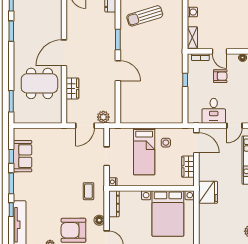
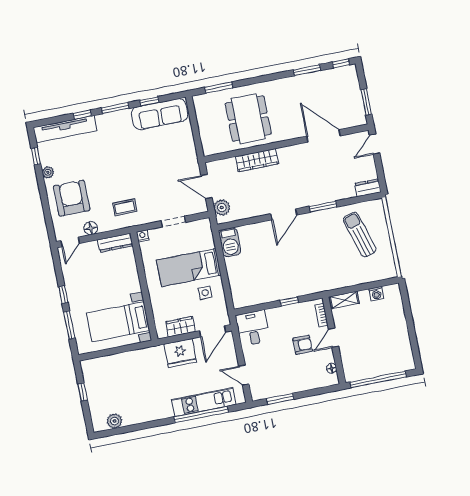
door: (64, 53) -> (324, 136), moved
armchair: (220, 76) -> (303, 345), turned -90
wardrobe: (72, 88) -> (257, 160), width x1.50
desk: (214, 111) -> (253, 328), moved, turned 90
barbecue: (131, 116) -> (230, 242), added
sofa: (23, 156) -> (160, 114), width x1.36
fridge: (208, 192) -> (180, 353), moved
bed with nightstands: (168, 213) -> (118, 322), width x0.73

